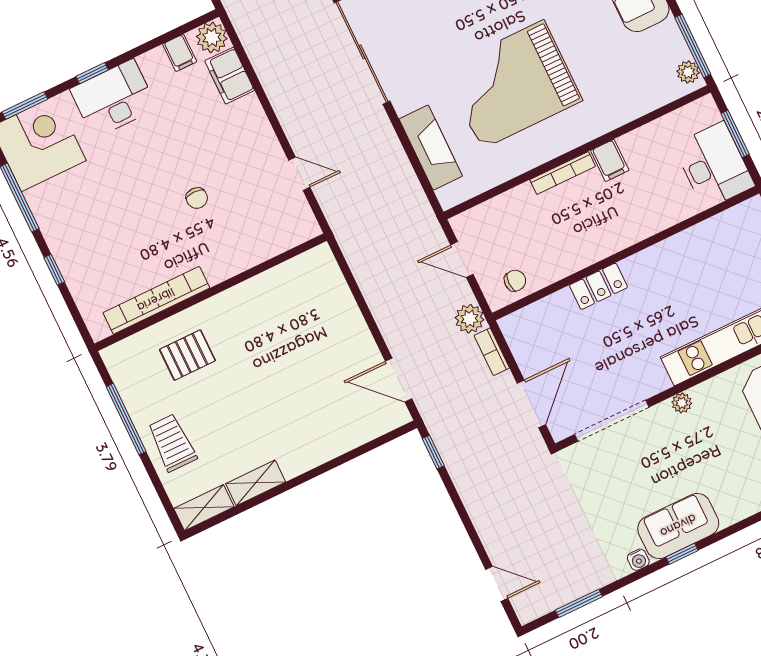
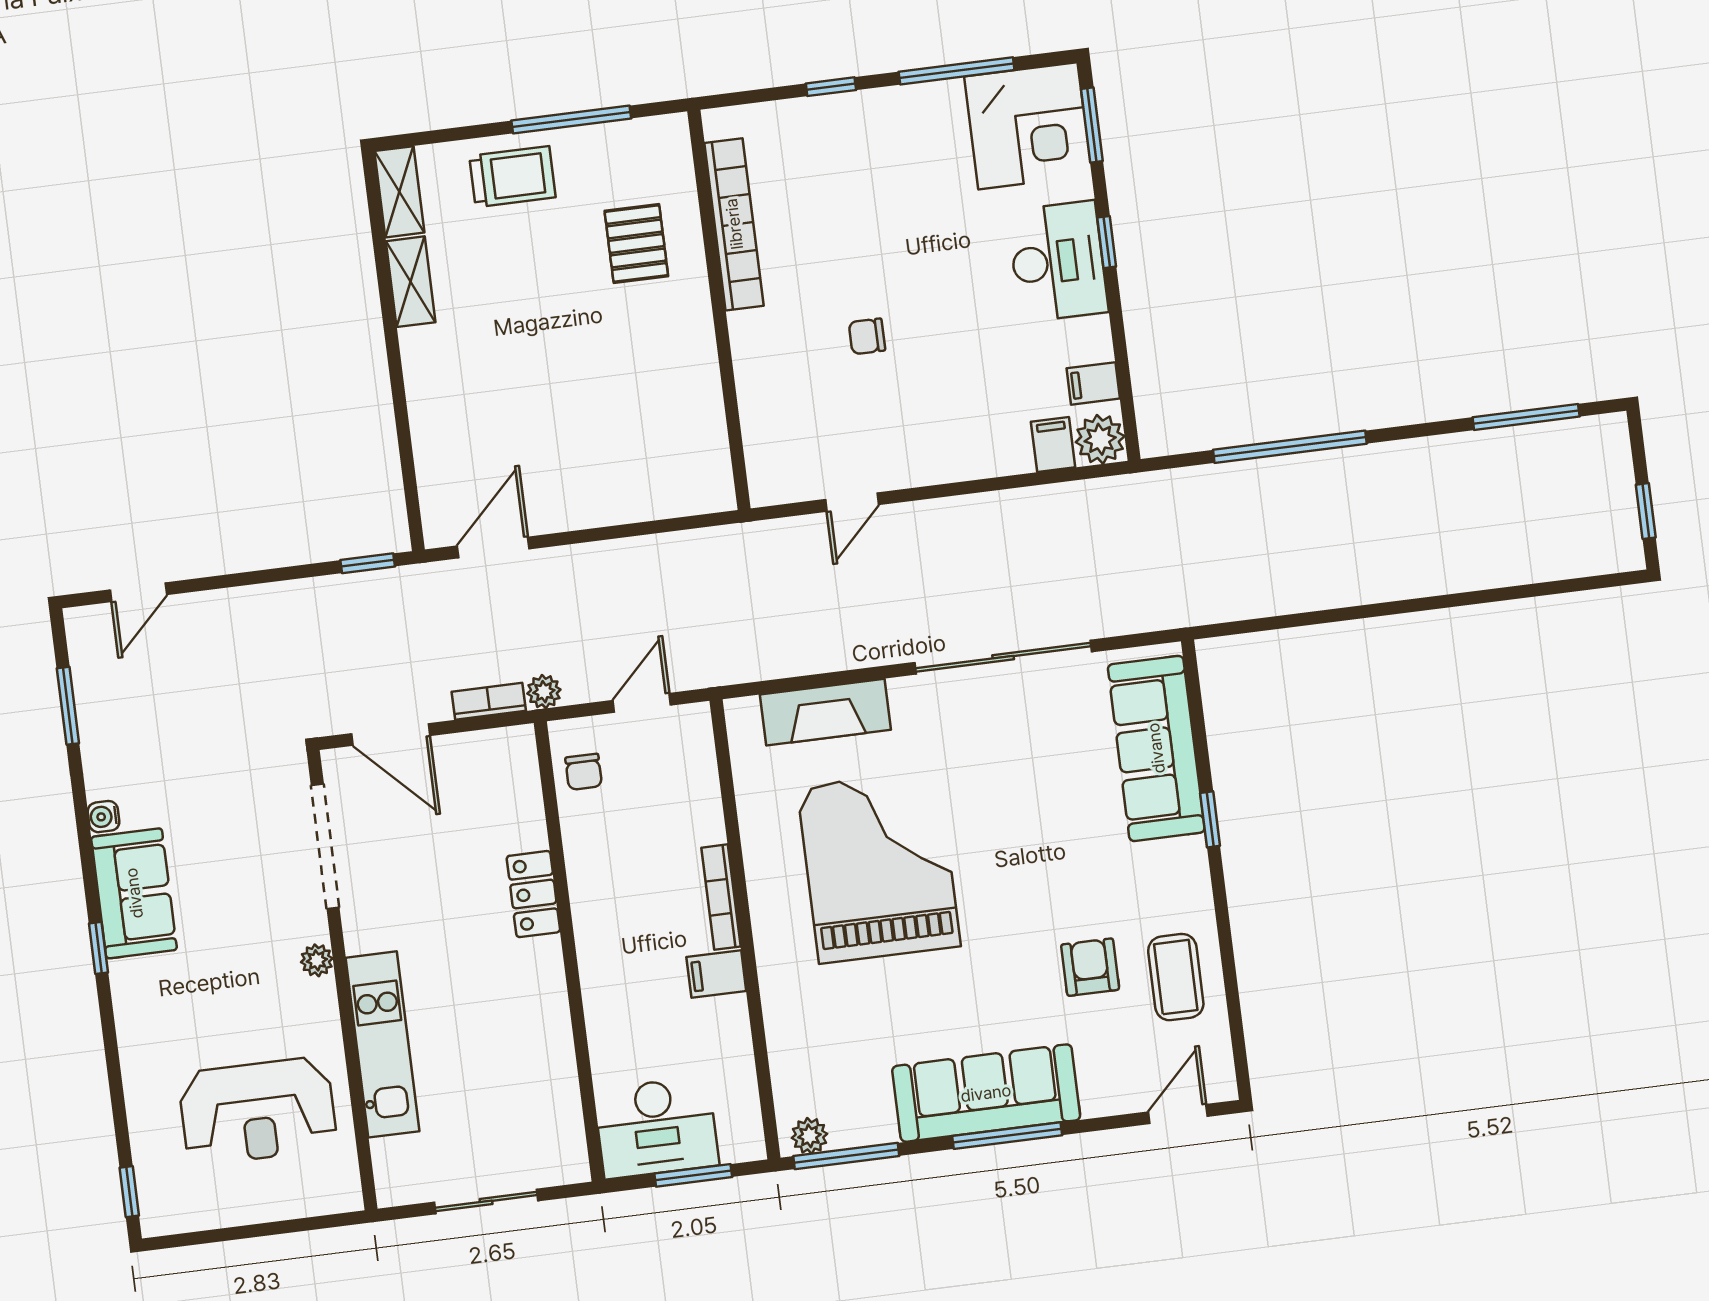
filing cabinet: (230, 76) -> (1053, 444), width x0.50
plant: (469, 319) -> (544, 692), width x0.73, depth x0.73
window: (682, 554) -> (98, 948), moved

